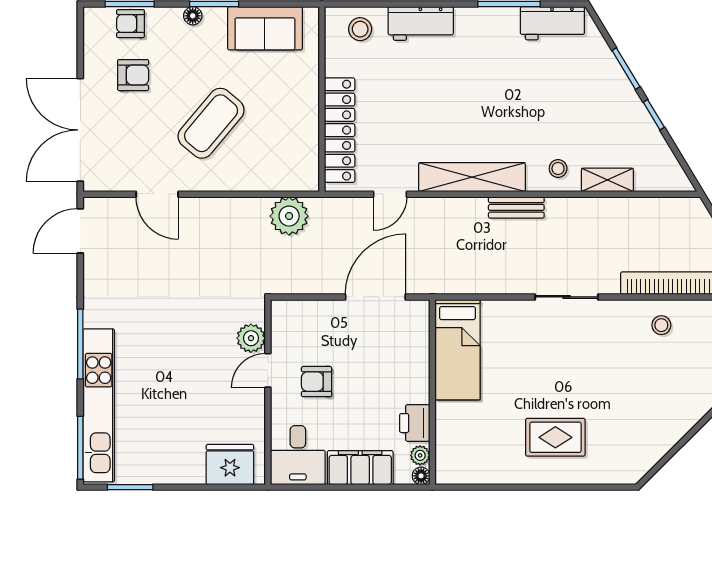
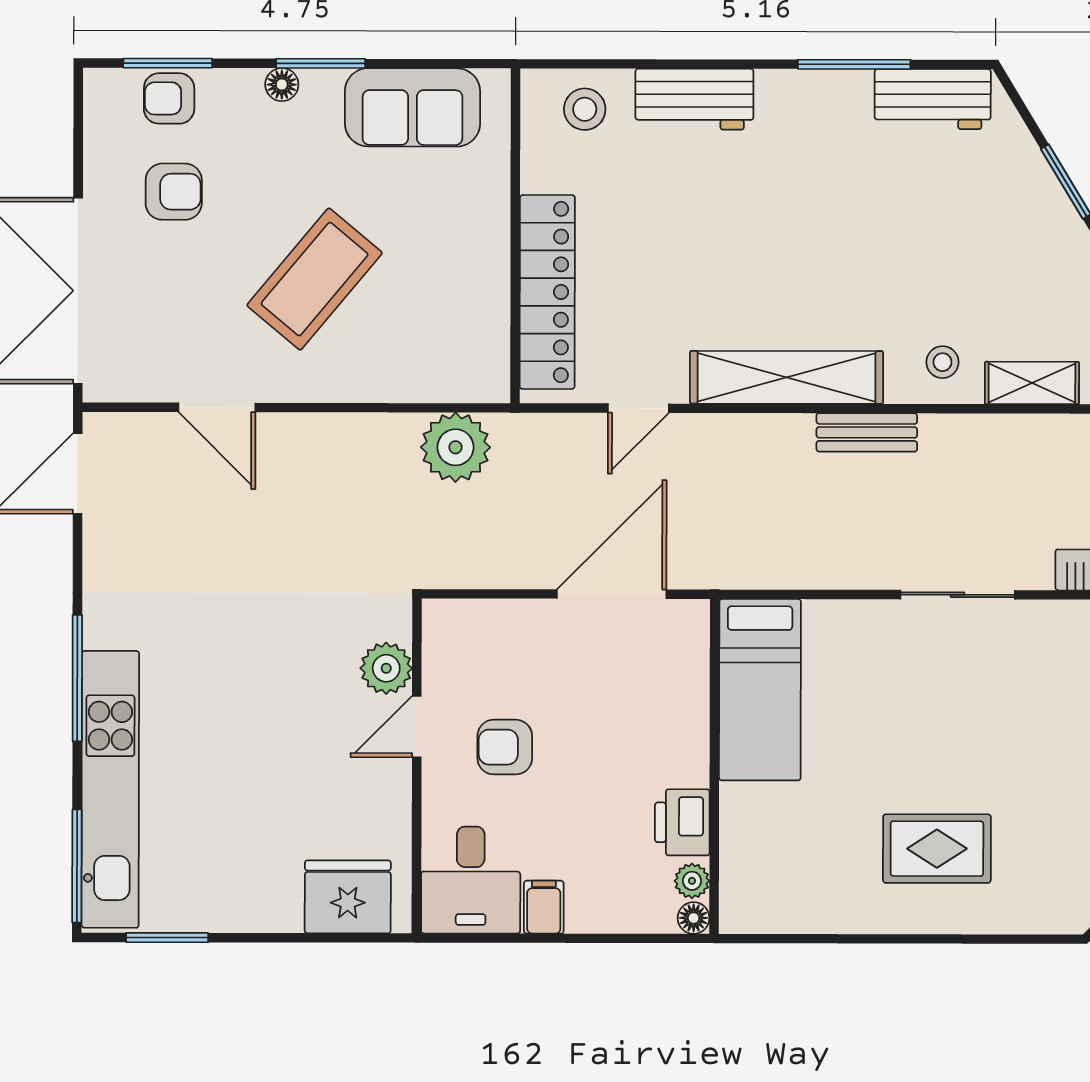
filing cabinet: (360, 468) -> (544, 907), width x0.33, depth x0.86

